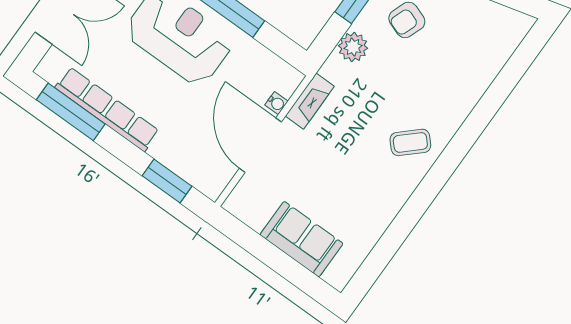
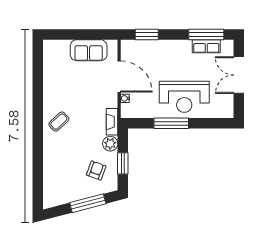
fireplace: (310, 101) -> (112, 122), moved
row of seats: (107, 109) -> (206, 46), width x0.50
sofa: (301, 239) -> (89, 50), moved

